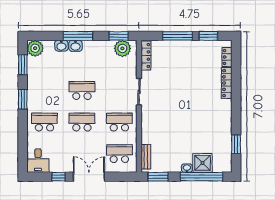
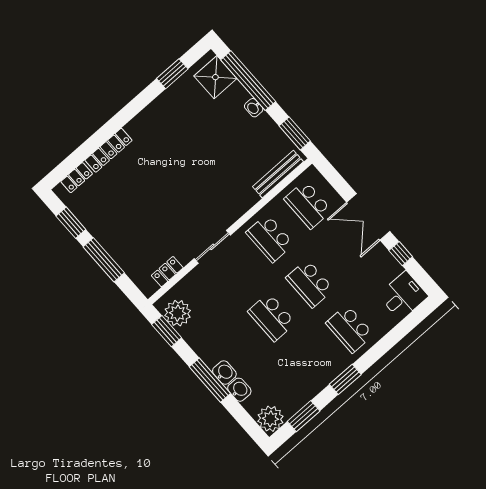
locker: (146, 56) -> (167, 272), width x0.66
bench: (146, 157) -> (278, 174), width x1.36
shower: (203, 163) -> (215, 77), moved

